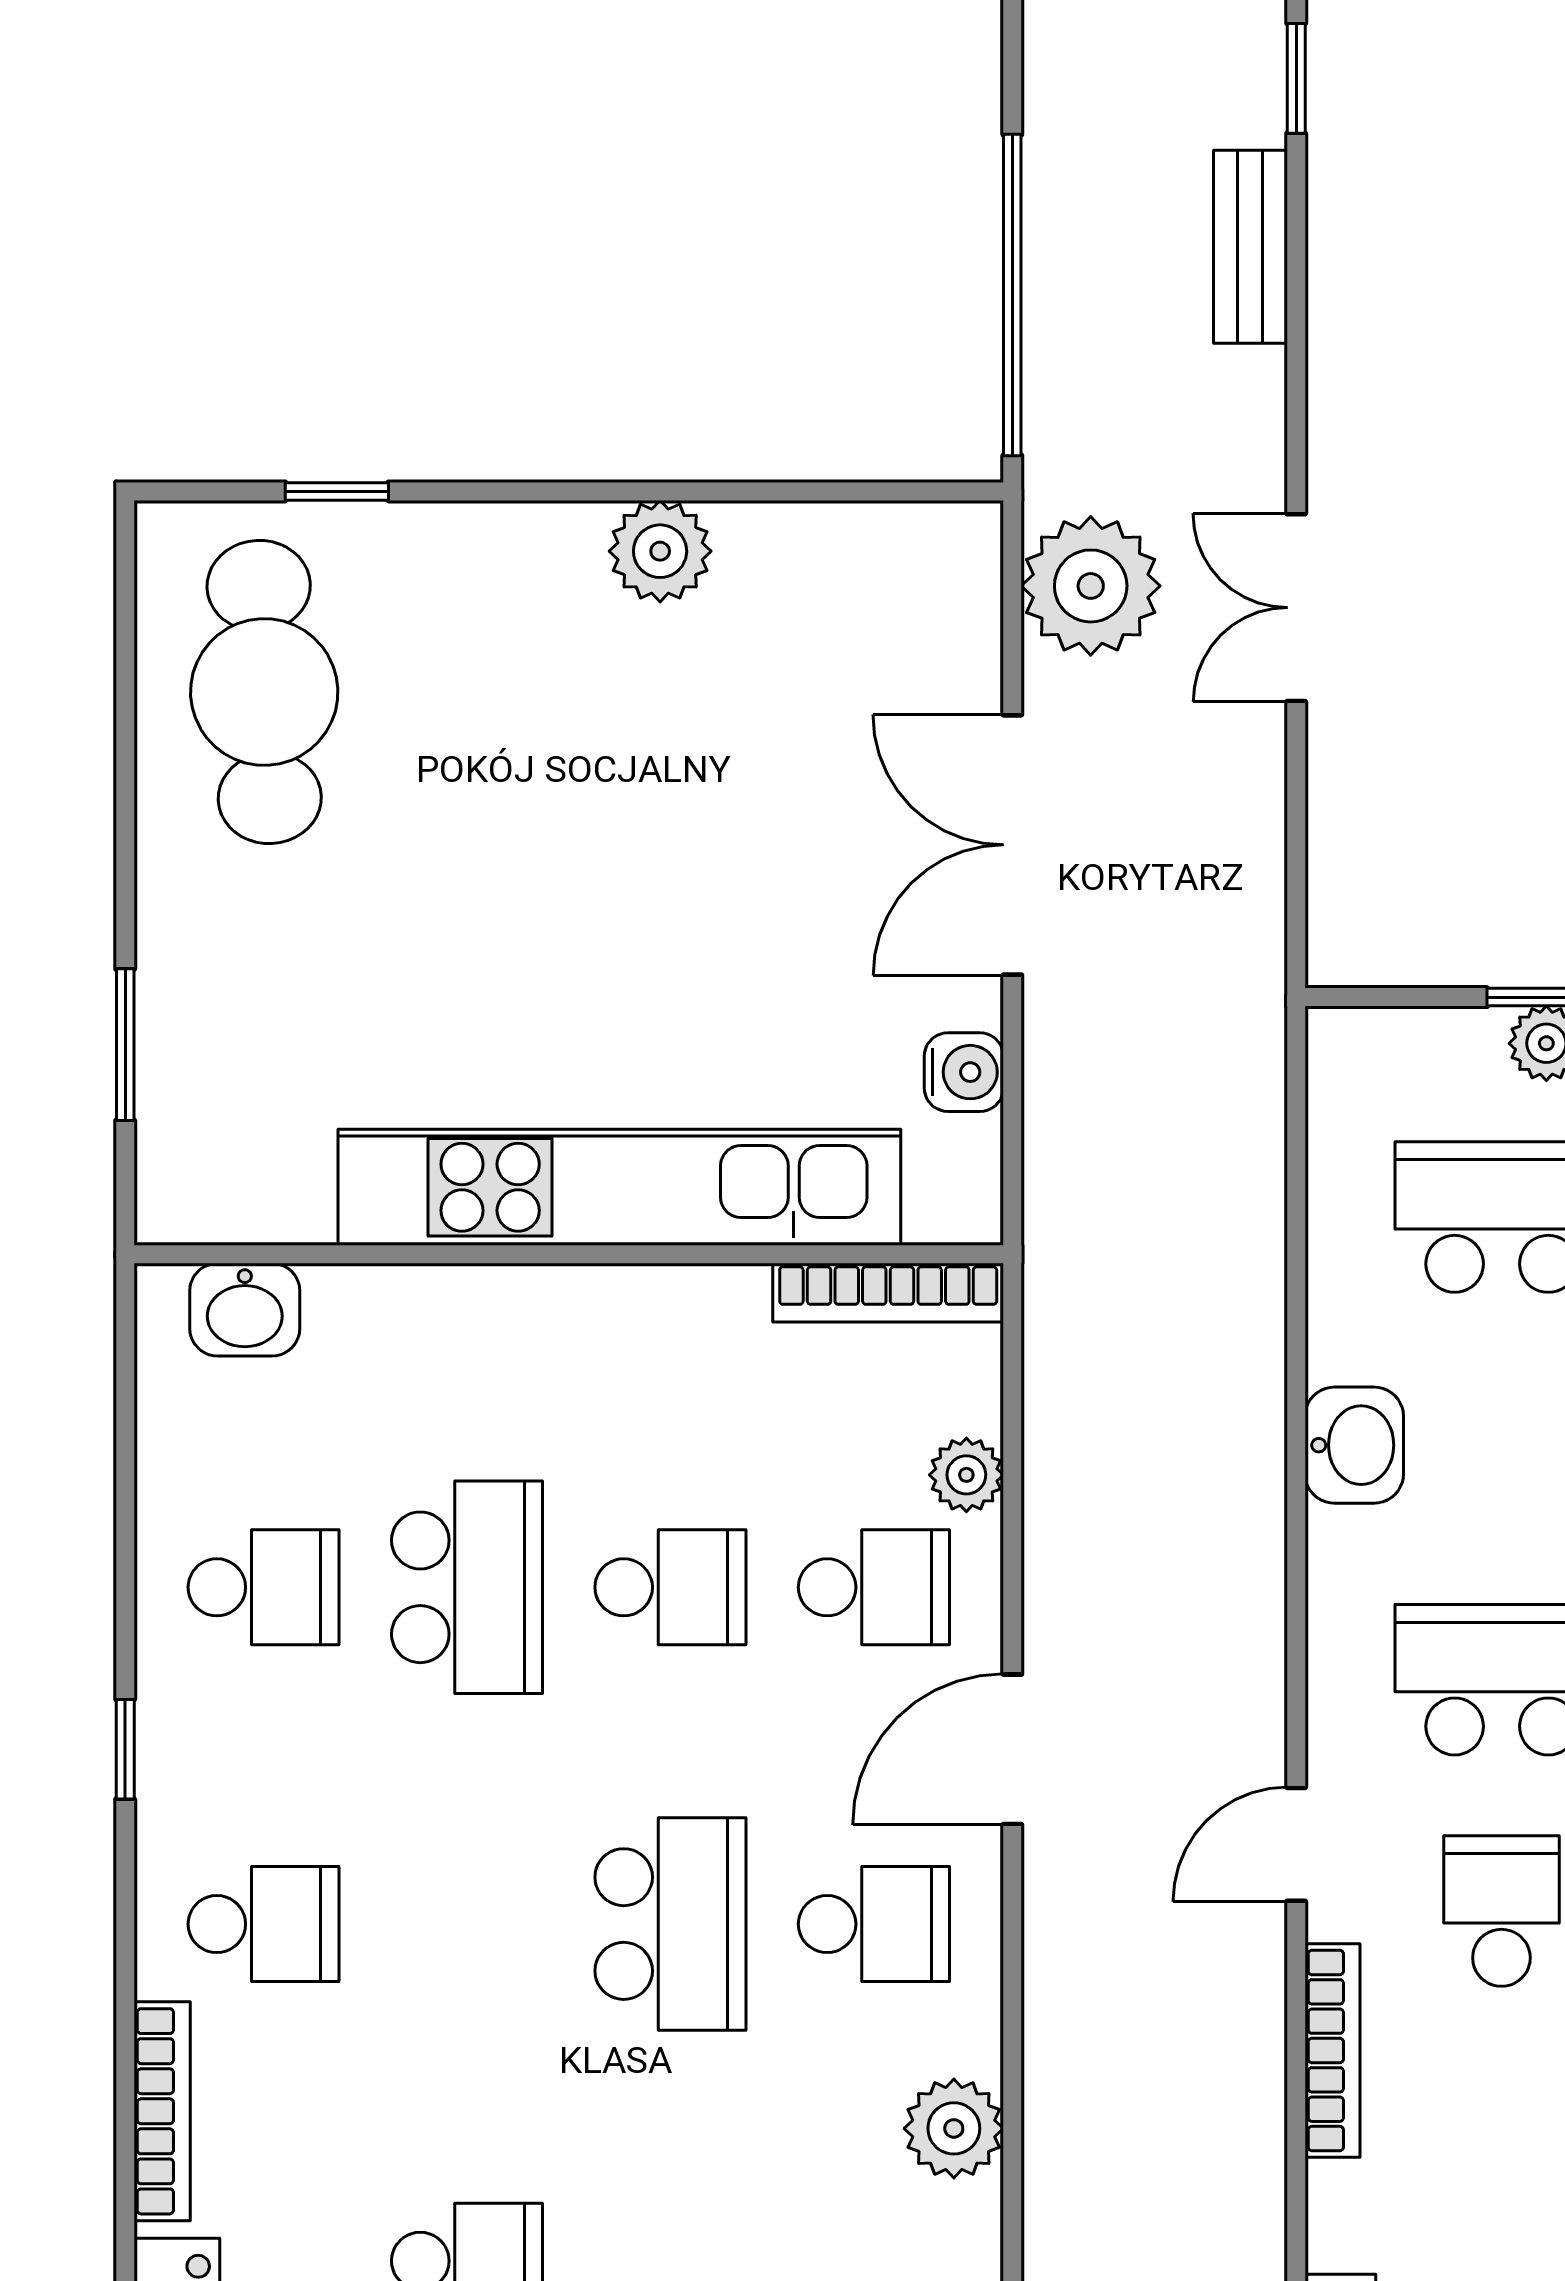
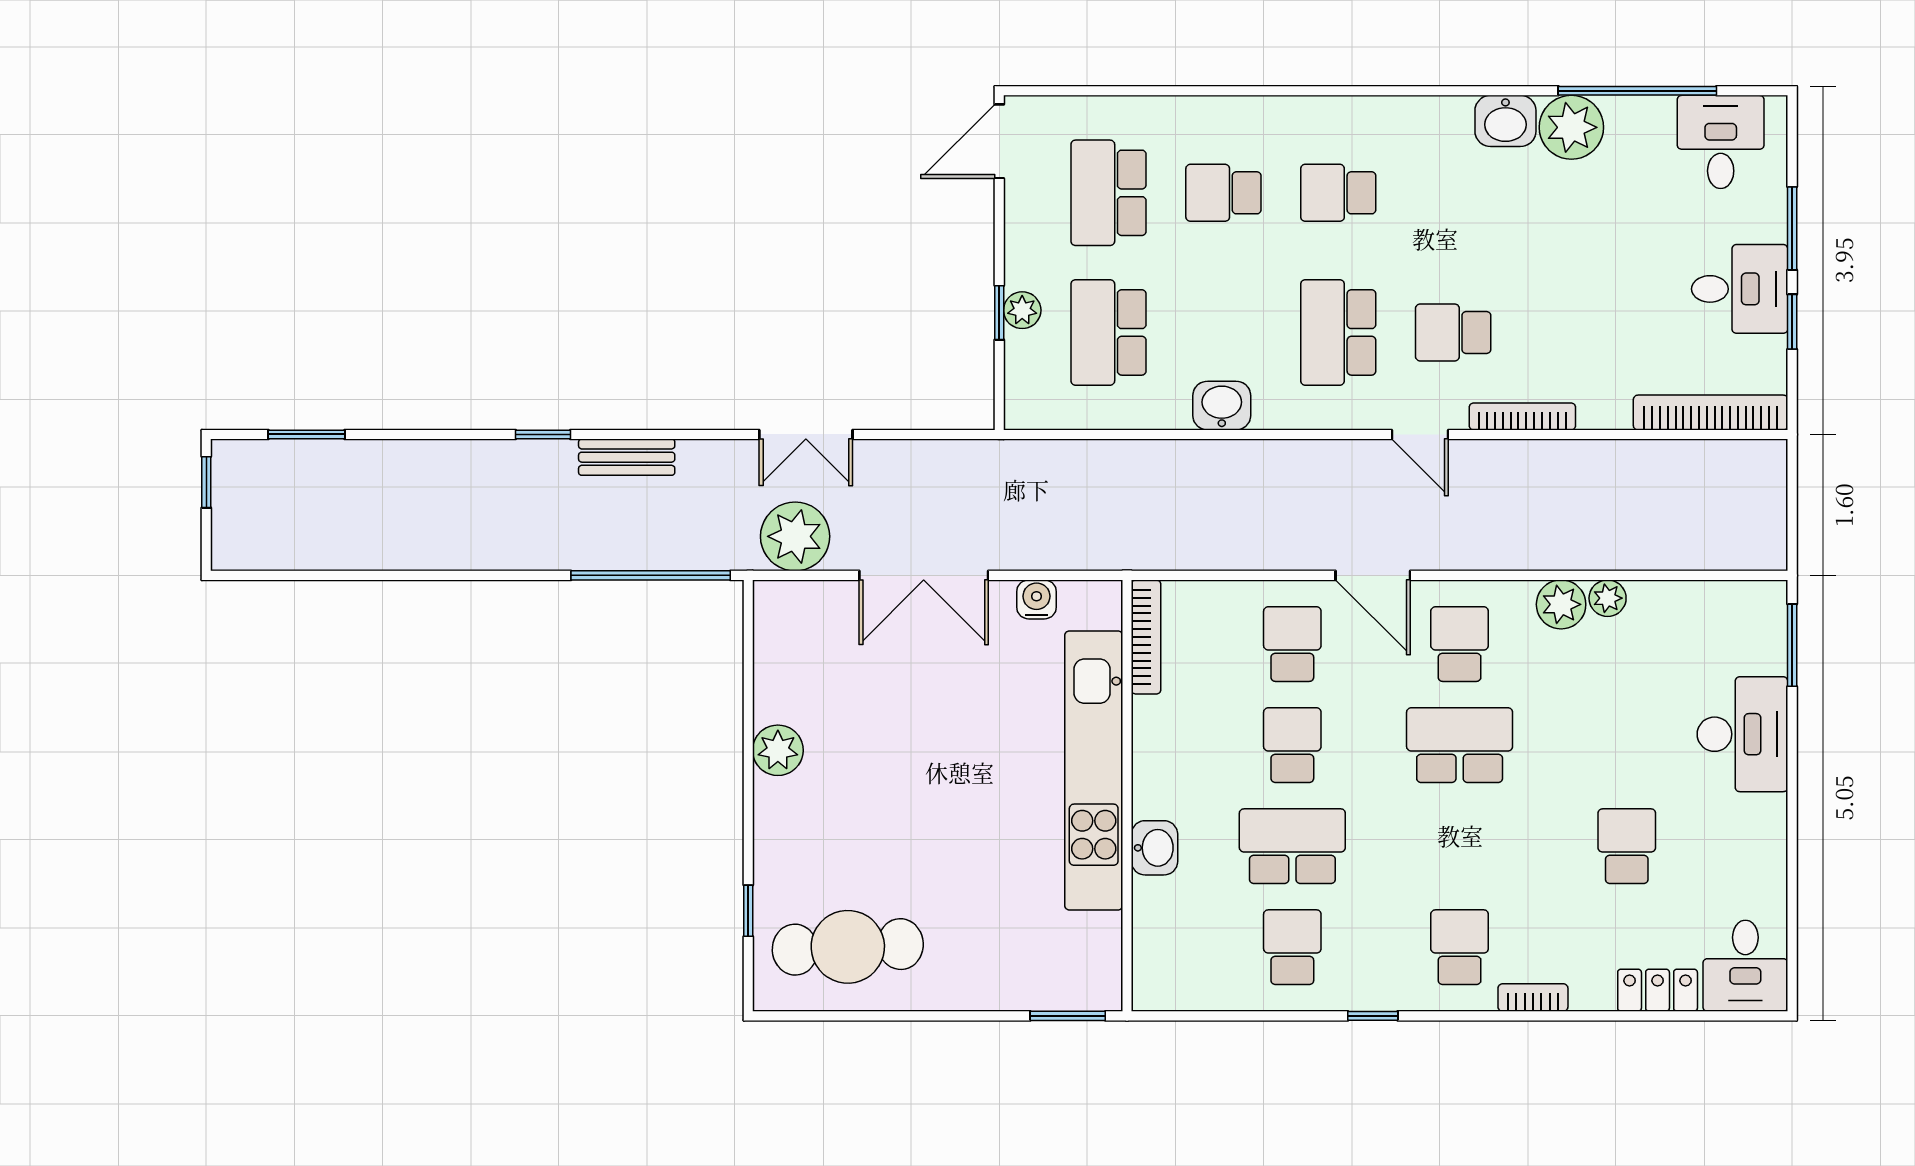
window: (125, 1045) -> (1068, 1016), moved
washbasin: (245, 1310) -> (1154, 848), moved
plant: (966, 1475) -> (1608, 598), moved
bookcase: (162, 2111) -> (1533, 998), width x0.64

